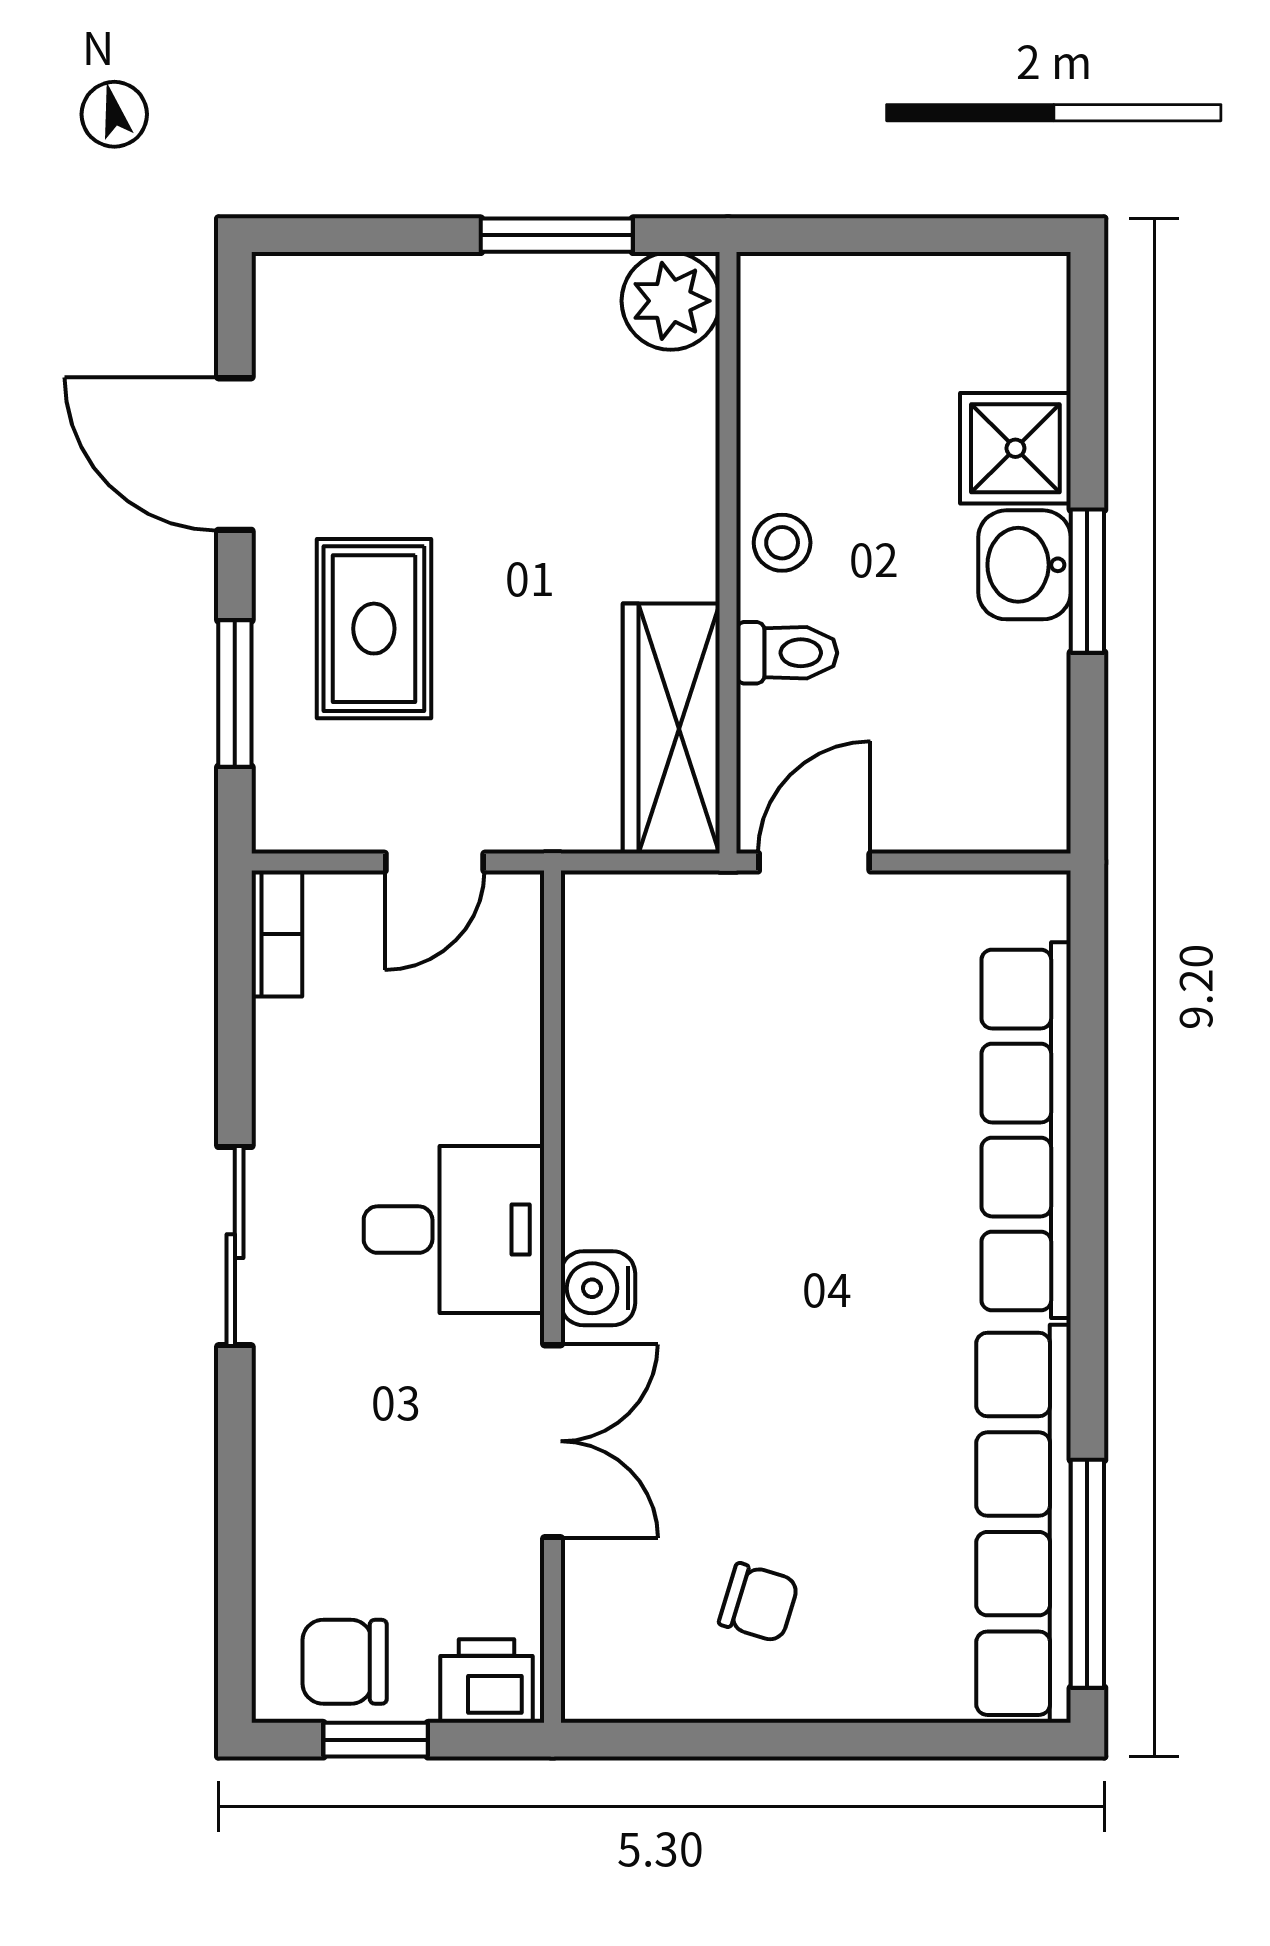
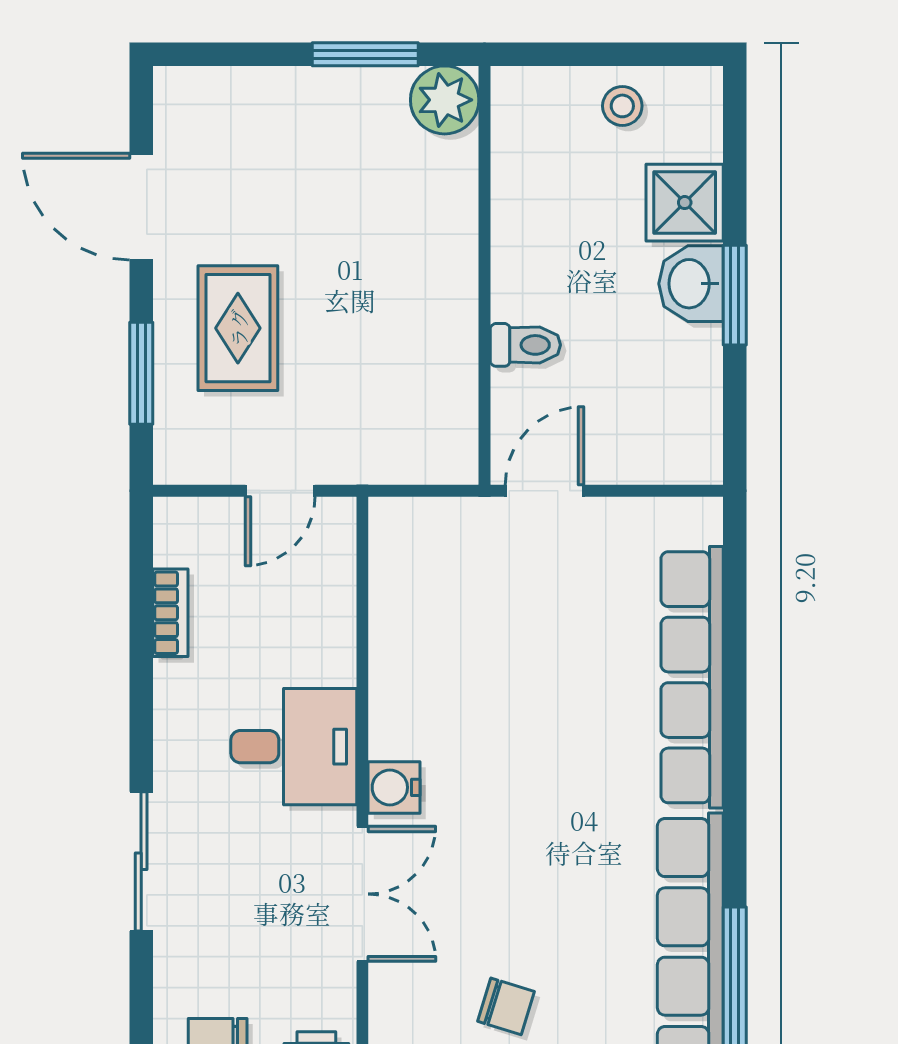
stool: (782, 543) -> (622, 106), moved
wardrobe: (671, 729) -> (445, 398), removed
bookcase: (277, 934) -> (170, 613), moved
sliding door: (235, 1246) -> (141, 861), moved

